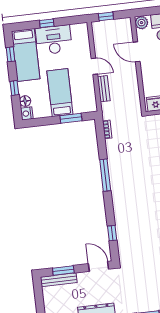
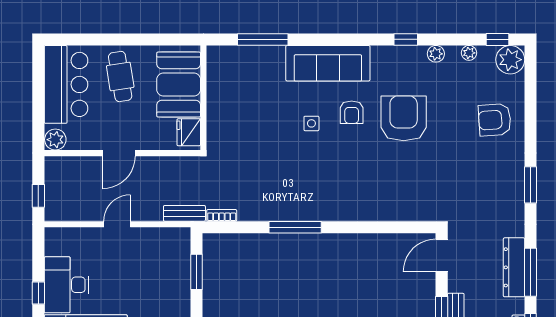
door: (137, 52) -> (119, 153), moved
bench: (104, 89) -> (184, 213), moved
bed: (60, 93) -> (153, 285), removed
window: (112, 233) -> (390, 227), removed

